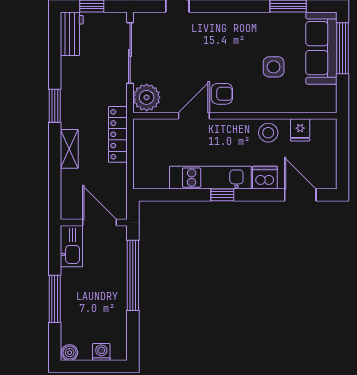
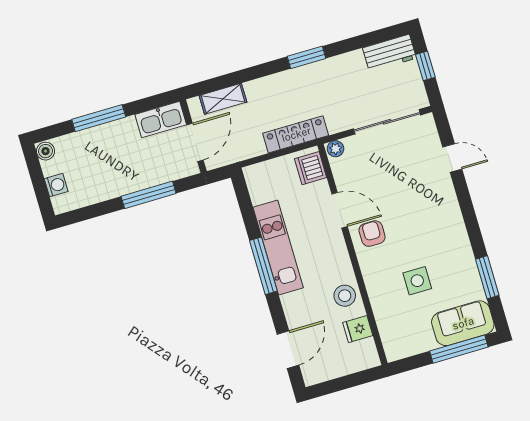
sofa: (321, 48) -> (463, 323), width x0.73
armchair: (222, 94) -> (372, 234), turned 180
plant: (147, 97) -> (335, 149), width x0.53, depth x0.53
shelving: (69, 149) -> (223, 99), moved
dishwasher: (265, 178) -> (311, 168), moved, turned 180
window: (222, 195) -> (263, 266), width x2.17
window: (133, 275) -> (149, 195), width x0.68

